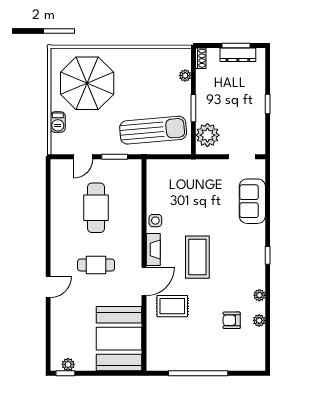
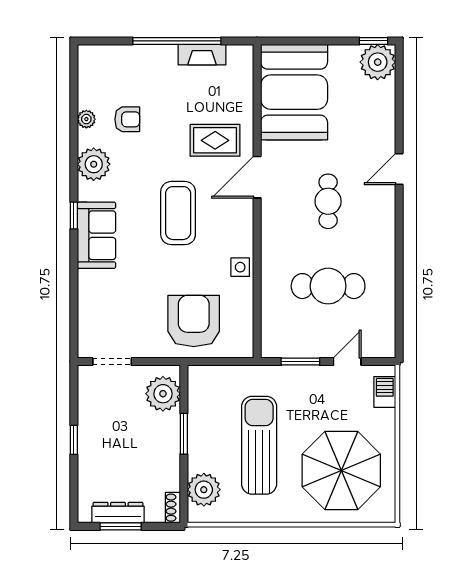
plant: (185, 76) -> (204, 490), width x1.87, depth x1.87
barbecue: (58, 122) -> (385, 392), moved
sun lounger: (153, 130) -> (259, 445), moved, turned 95
armchair: (187, 184) -> (194, 321), added
sofa: (252, 201) -> (97, 235), moved
cafe table: (96, 208) -> (328, 286), turned 90
fireplace: (153, 250) -> (202, 55), moved, turned -90
cafe table: (96, 265) -> (328, 201), turned 90
plant: (259, 295) -> (94, 164), width x1.88, depth x1.88
plant: (68, 364) -> (378, 62), width x1.87, depth x1.87

